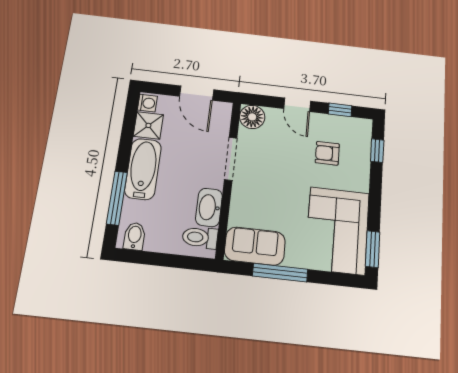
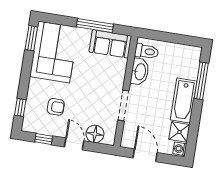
floor lamp: (252, 117) -> (95, 134), moved
bidet: (134, 236) -> (190, 54), removed

